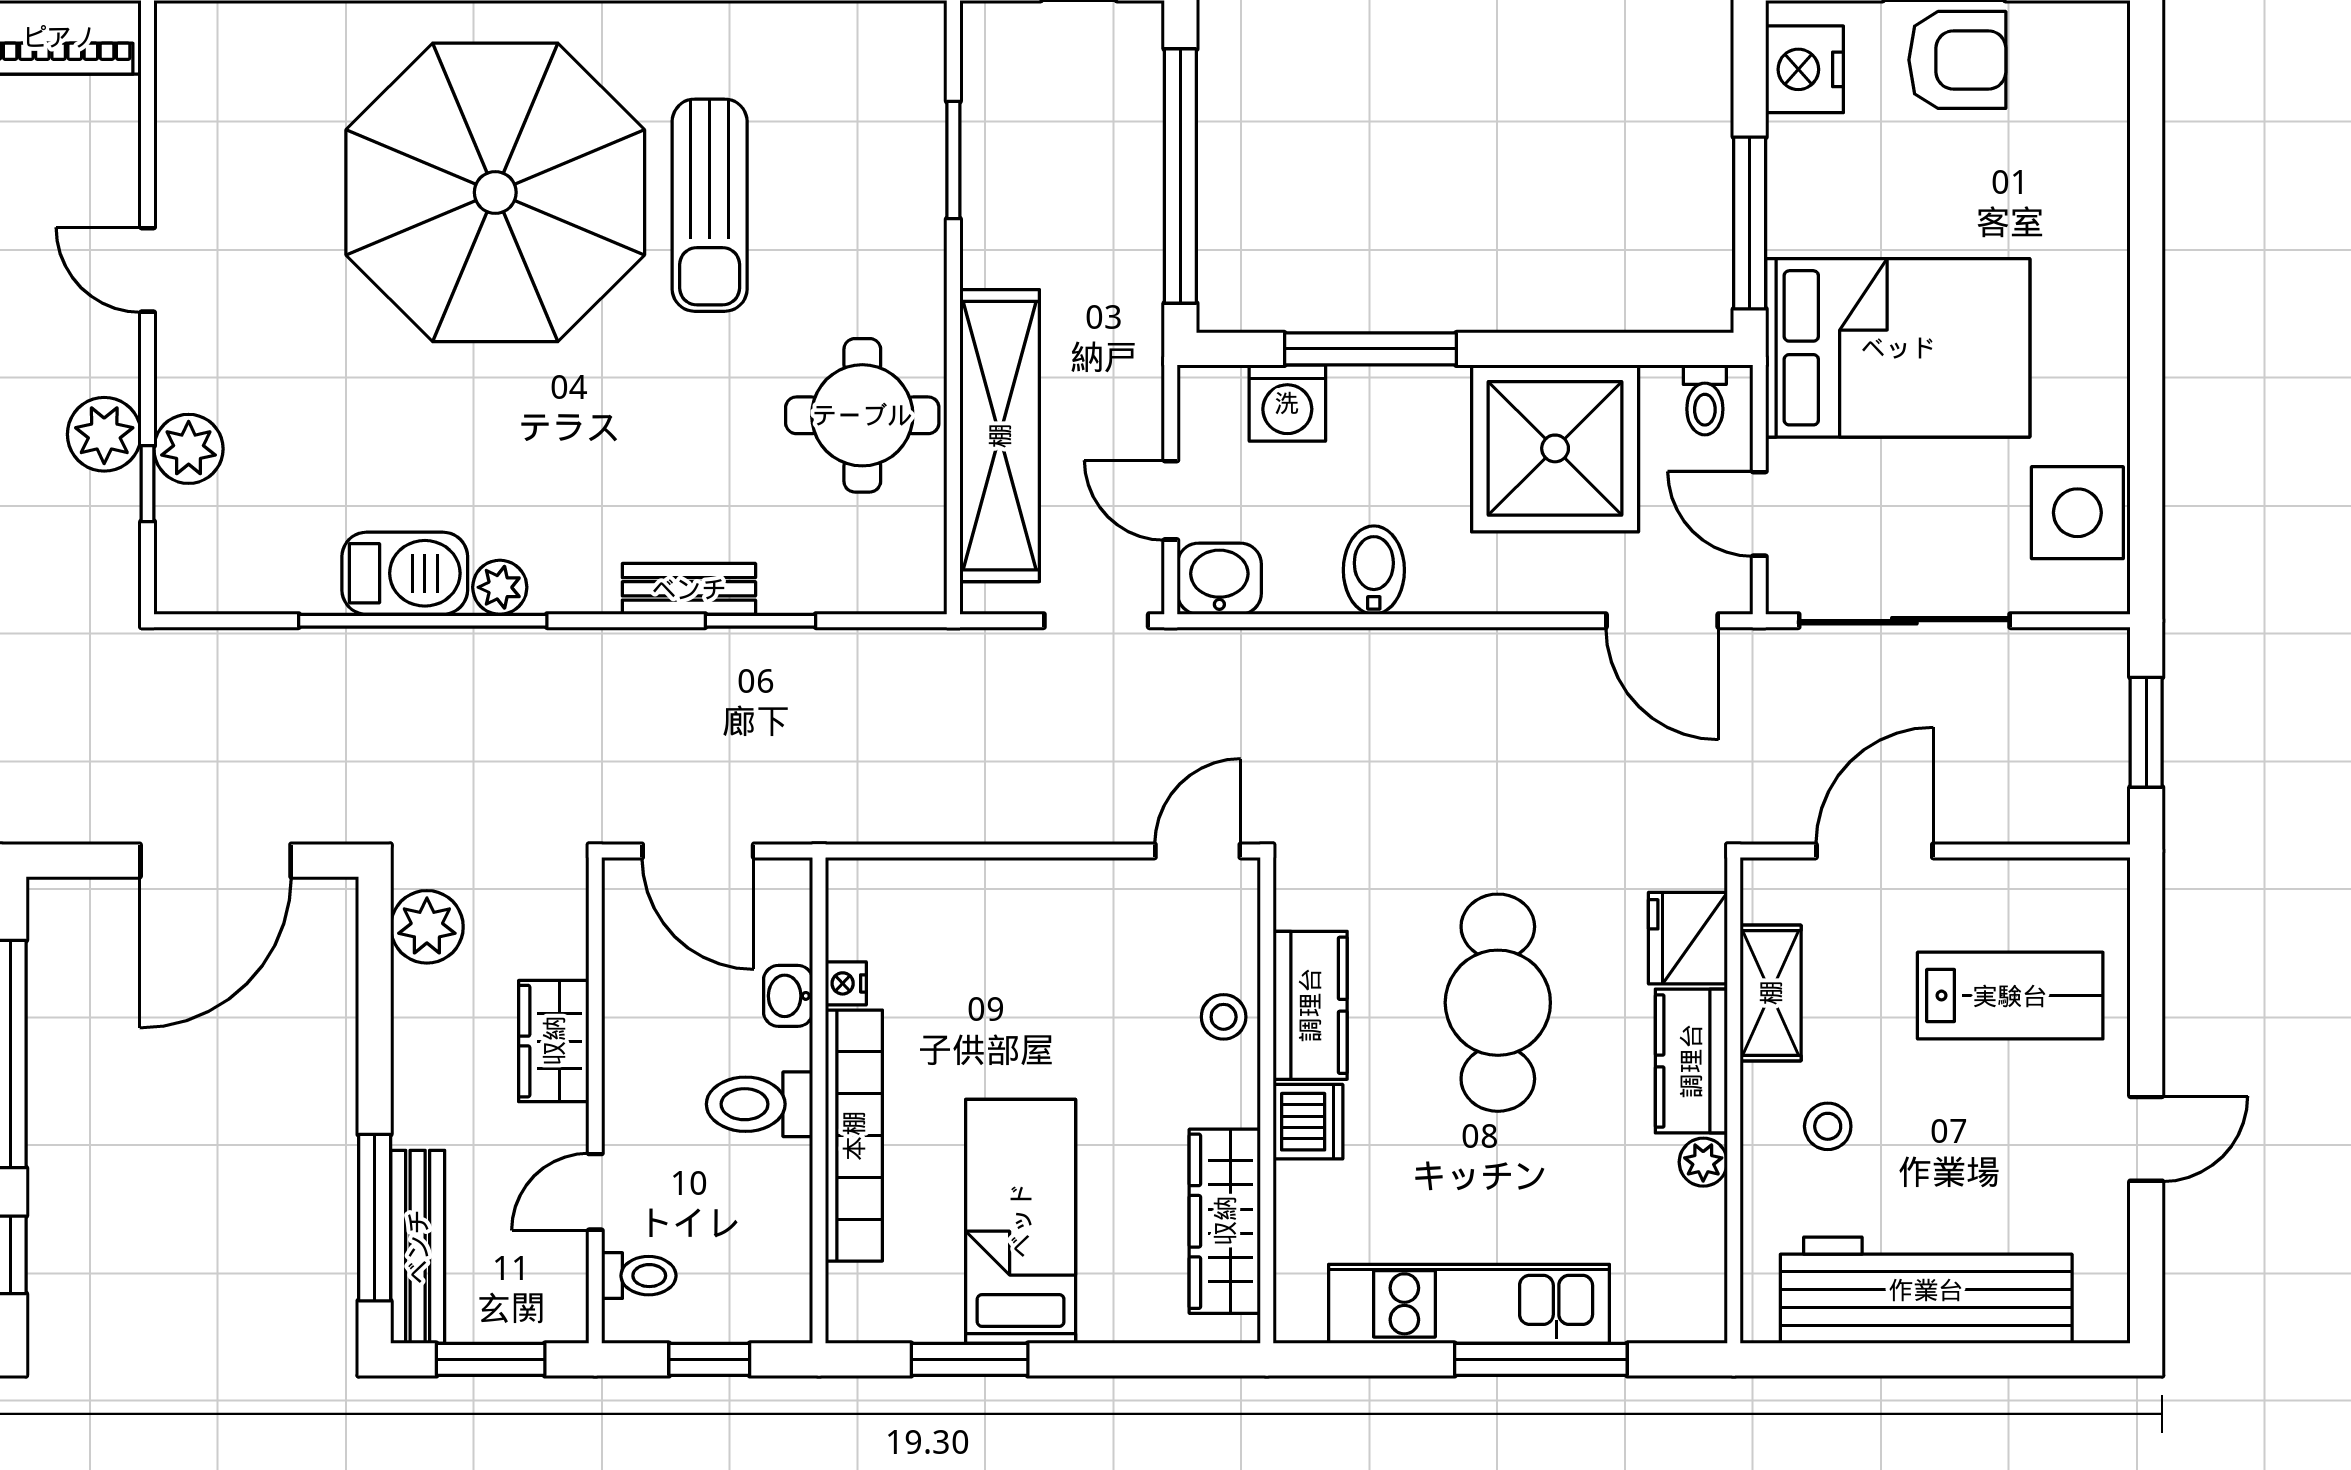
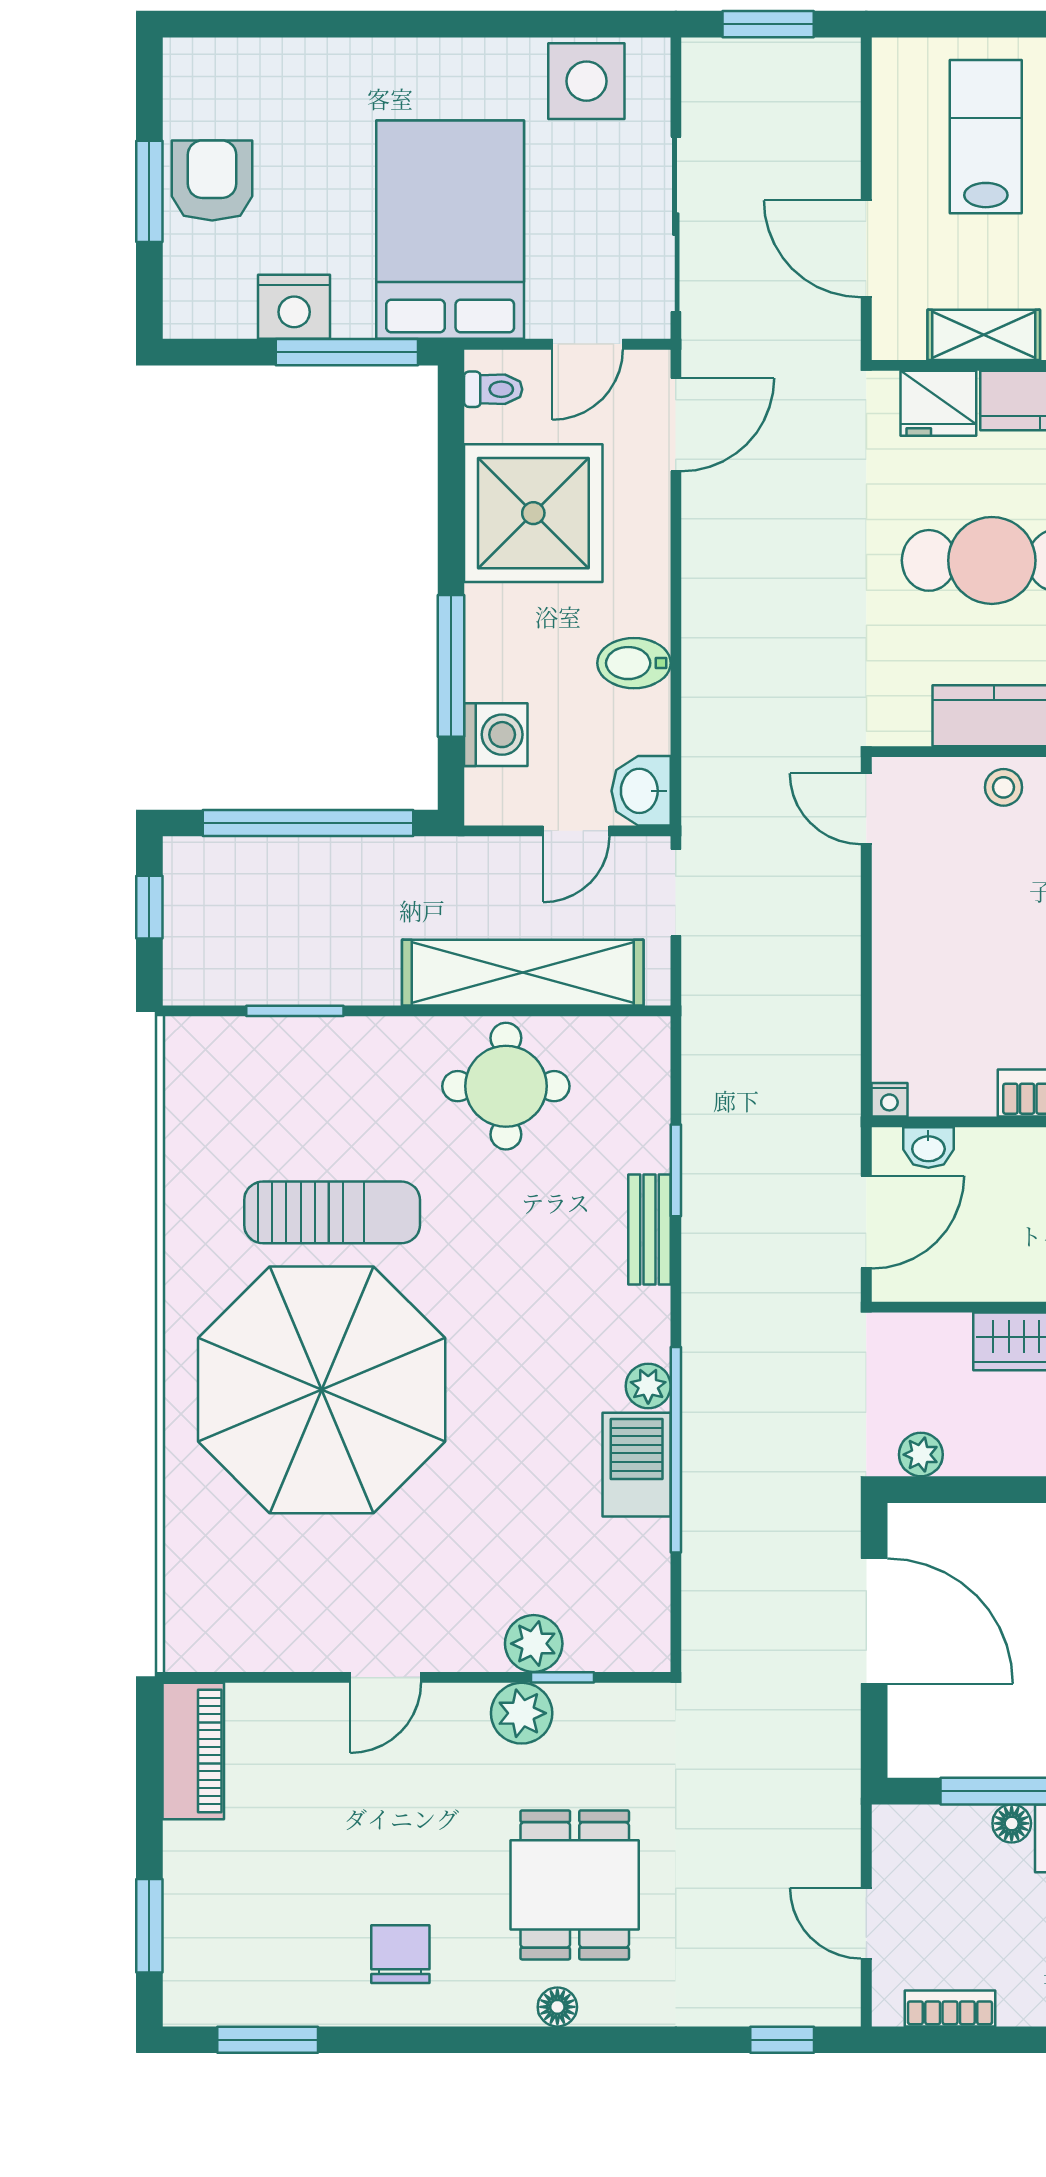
nightstand: (1805, 69) -> (294, 307), moved
plant: (427, 927) -> (921, 1455), width x0.73, depth x0.73
nightstand: (846, 983) -> (889, 1100), moved
washbasin: (788, 996) -> (928, 1148), moved

